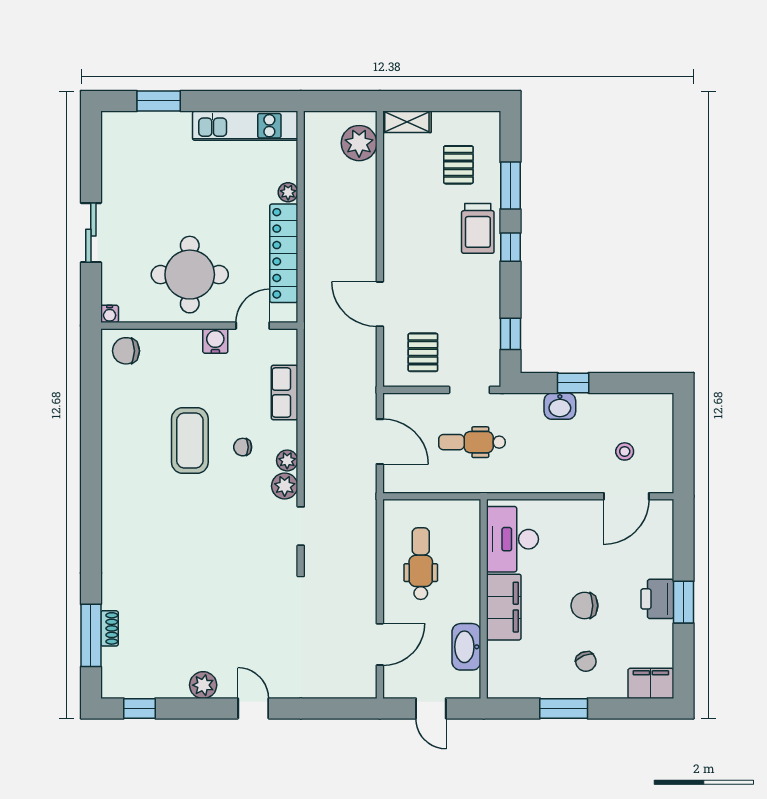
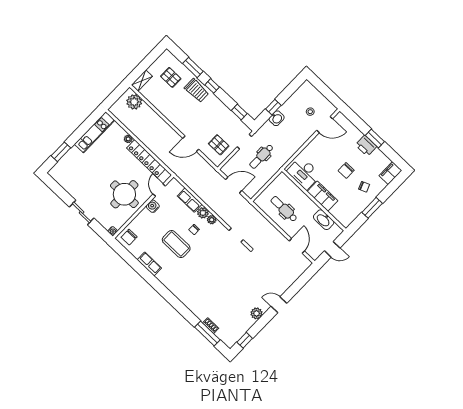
row of seats: (114, 428) -> (149, 264), added
plant: (285, 486) -> (203, 213), moved
door: (626, 496) -> (325, 125), hinge flipped

